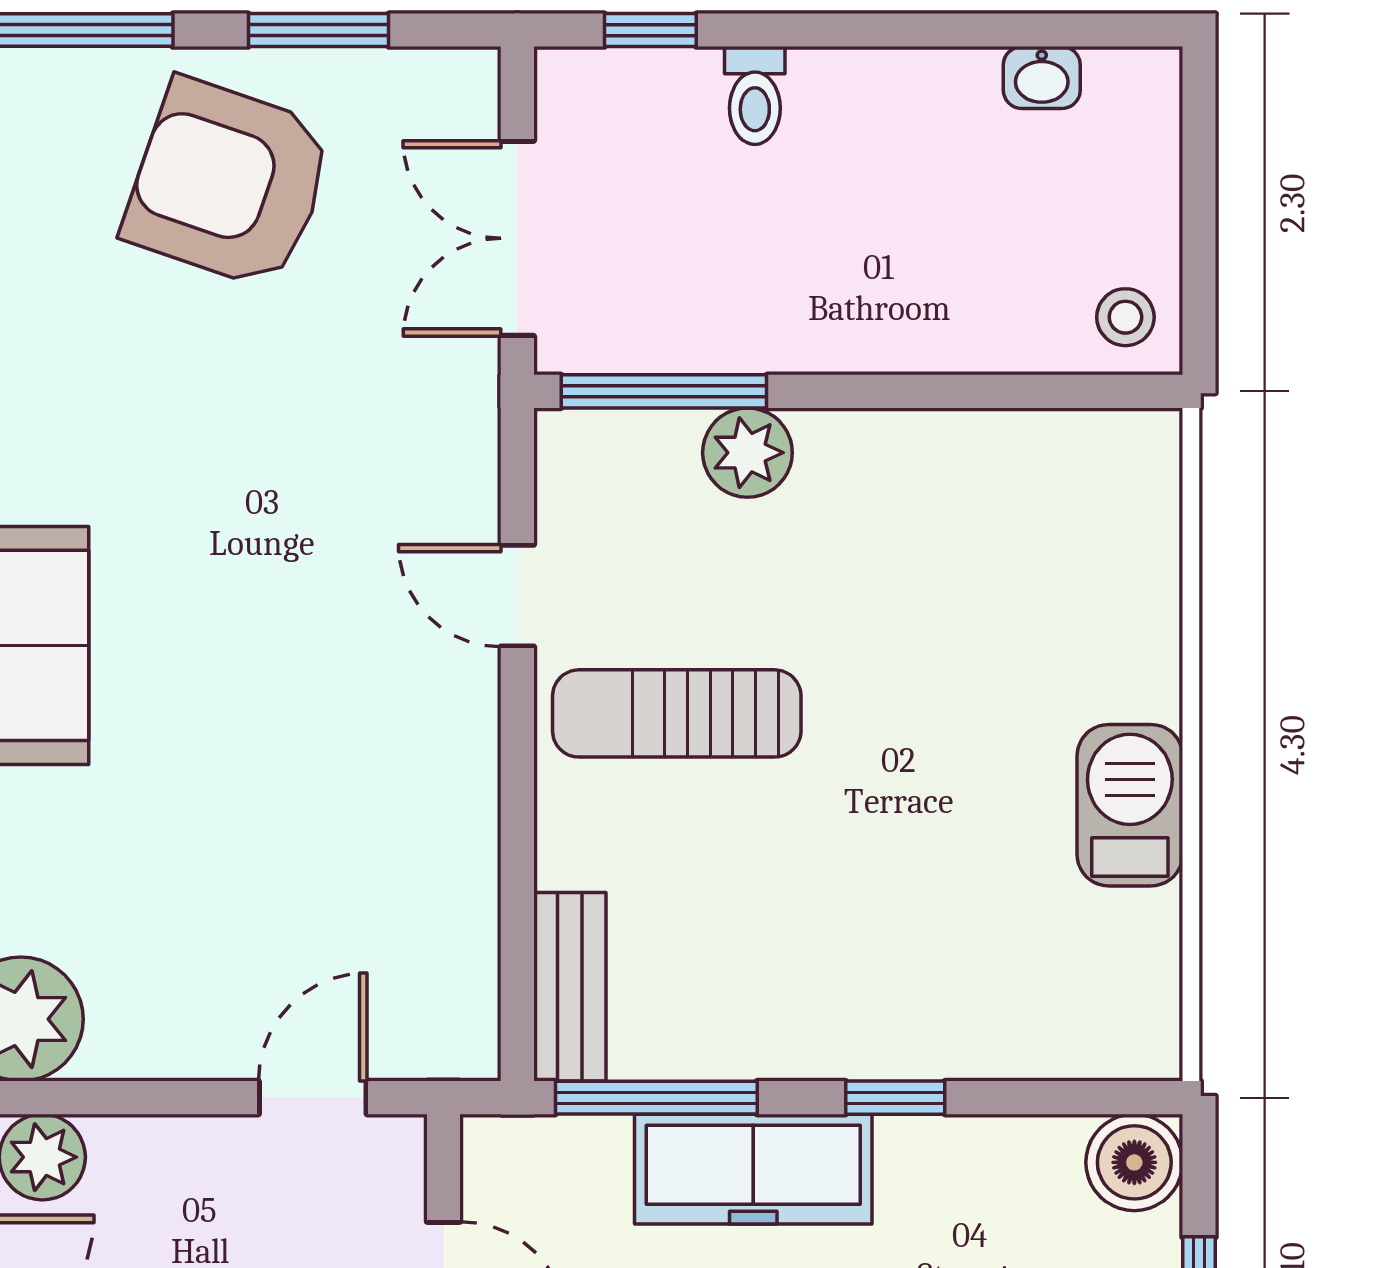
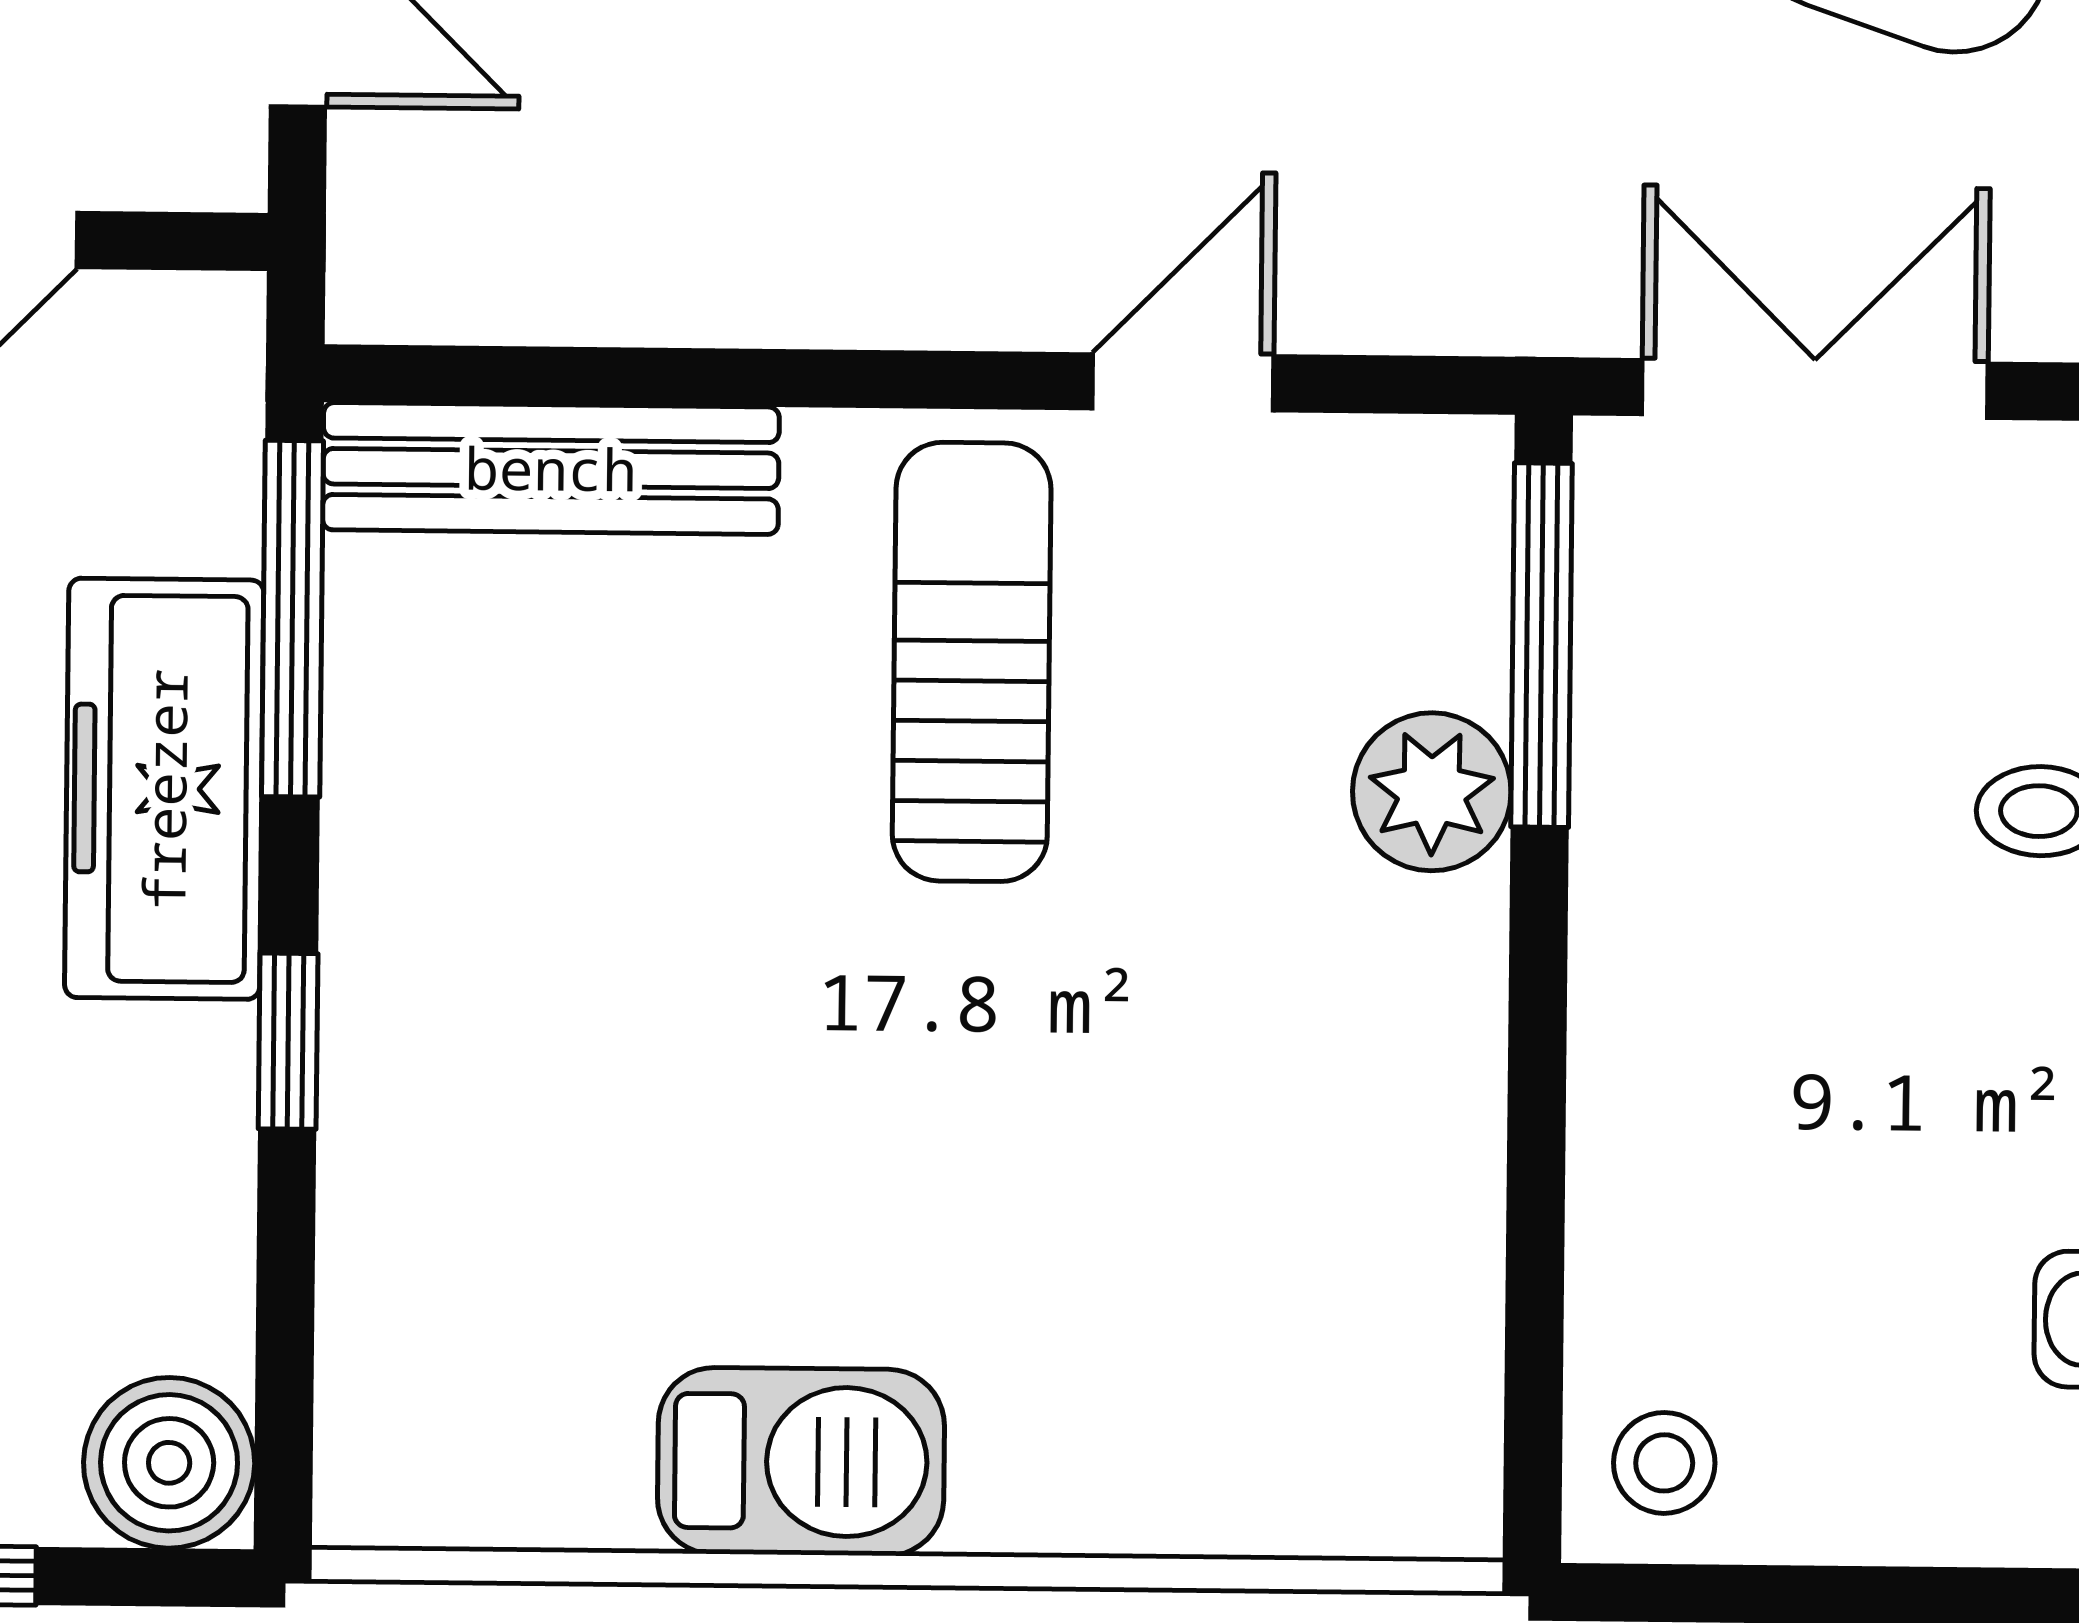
bench: (570, 987) -> (551, 468), width x1.36

